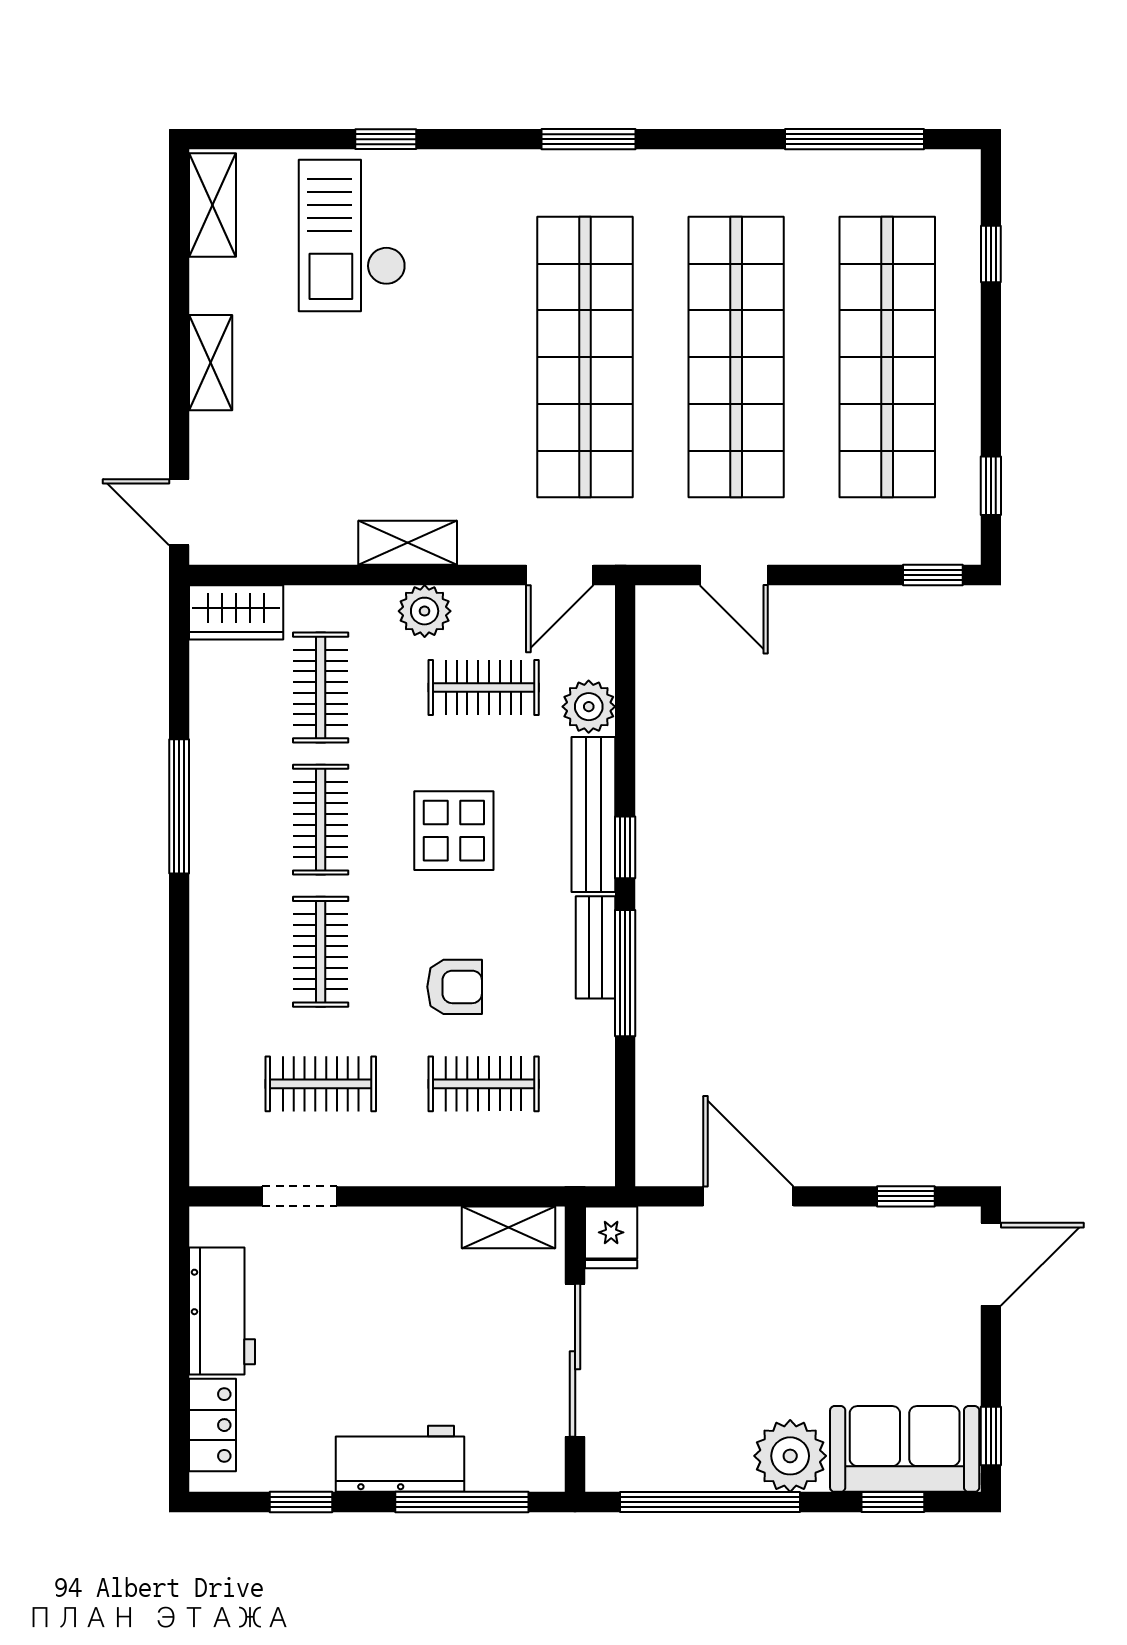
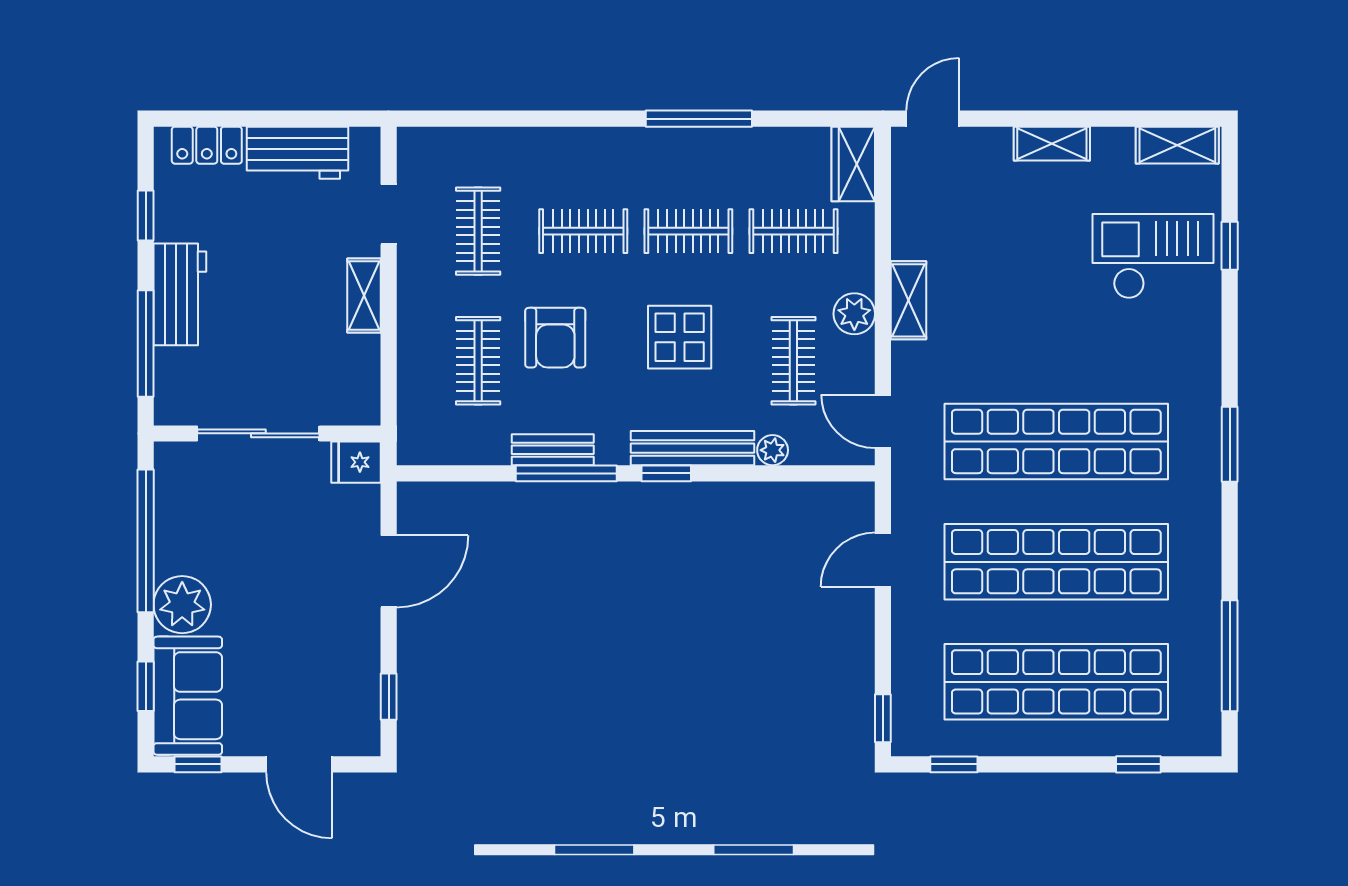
window: (386, 139) -> (1230, 246), moved
plant: (589, 707) -> (773, 450), width x0.73, depth x0.73
bench: (595, 947) -> (553, 450), moved
armchair: (455, 987) -> (555, 338), width x1.38, depth x1.38
shelving: (509, 1227) -> (364, 296), moved
door: (991, 1264) -> (299, 764), moved

